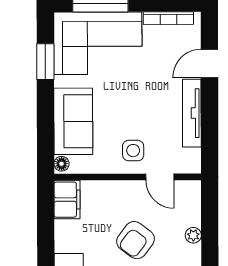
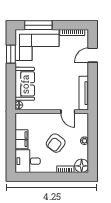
tv unit: (192, 113) -> (84, 93), moved
side table: (133, 151) -> (55, 98), removed
filing cabinet: (67, 200) -> (22, 139), moved

